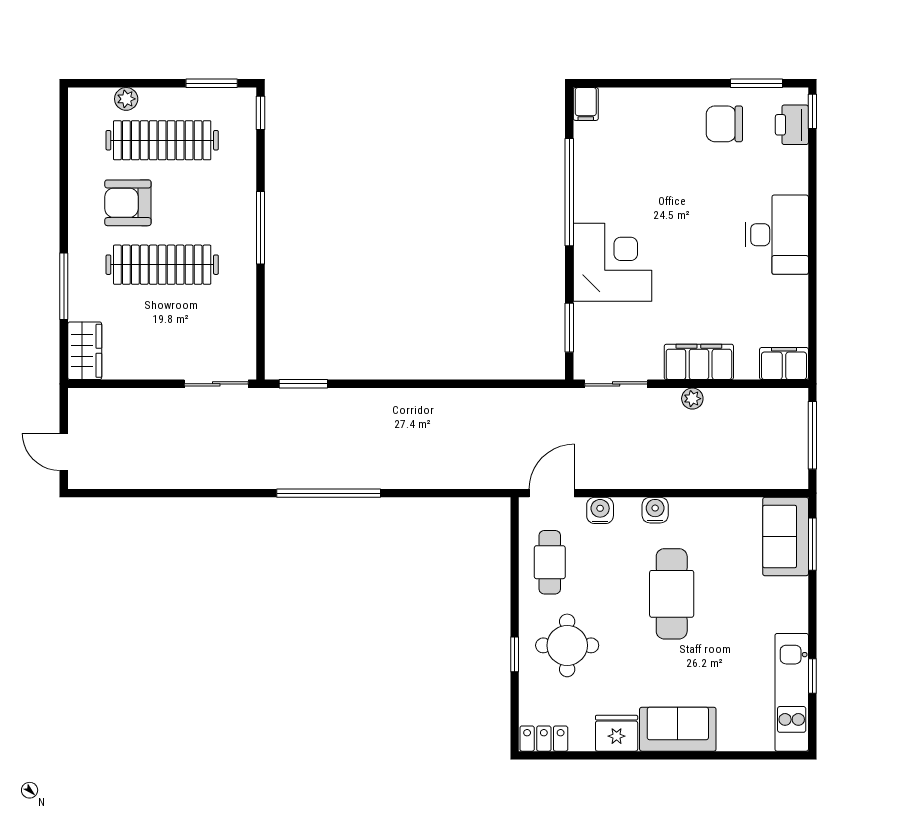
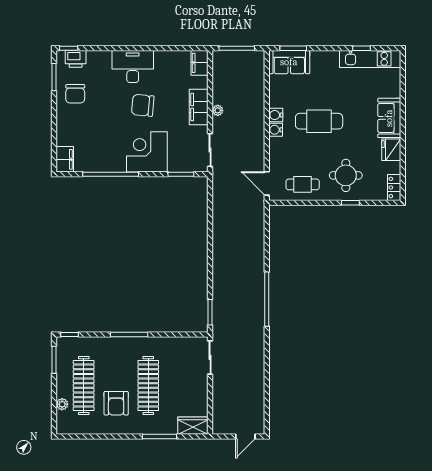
filing cabinet: (586, 104) -> (65, 159), width x2.00
chair: (702, 254) -> (143, 105), added
water cooler: (600, 510) -> (276, 115), moved

